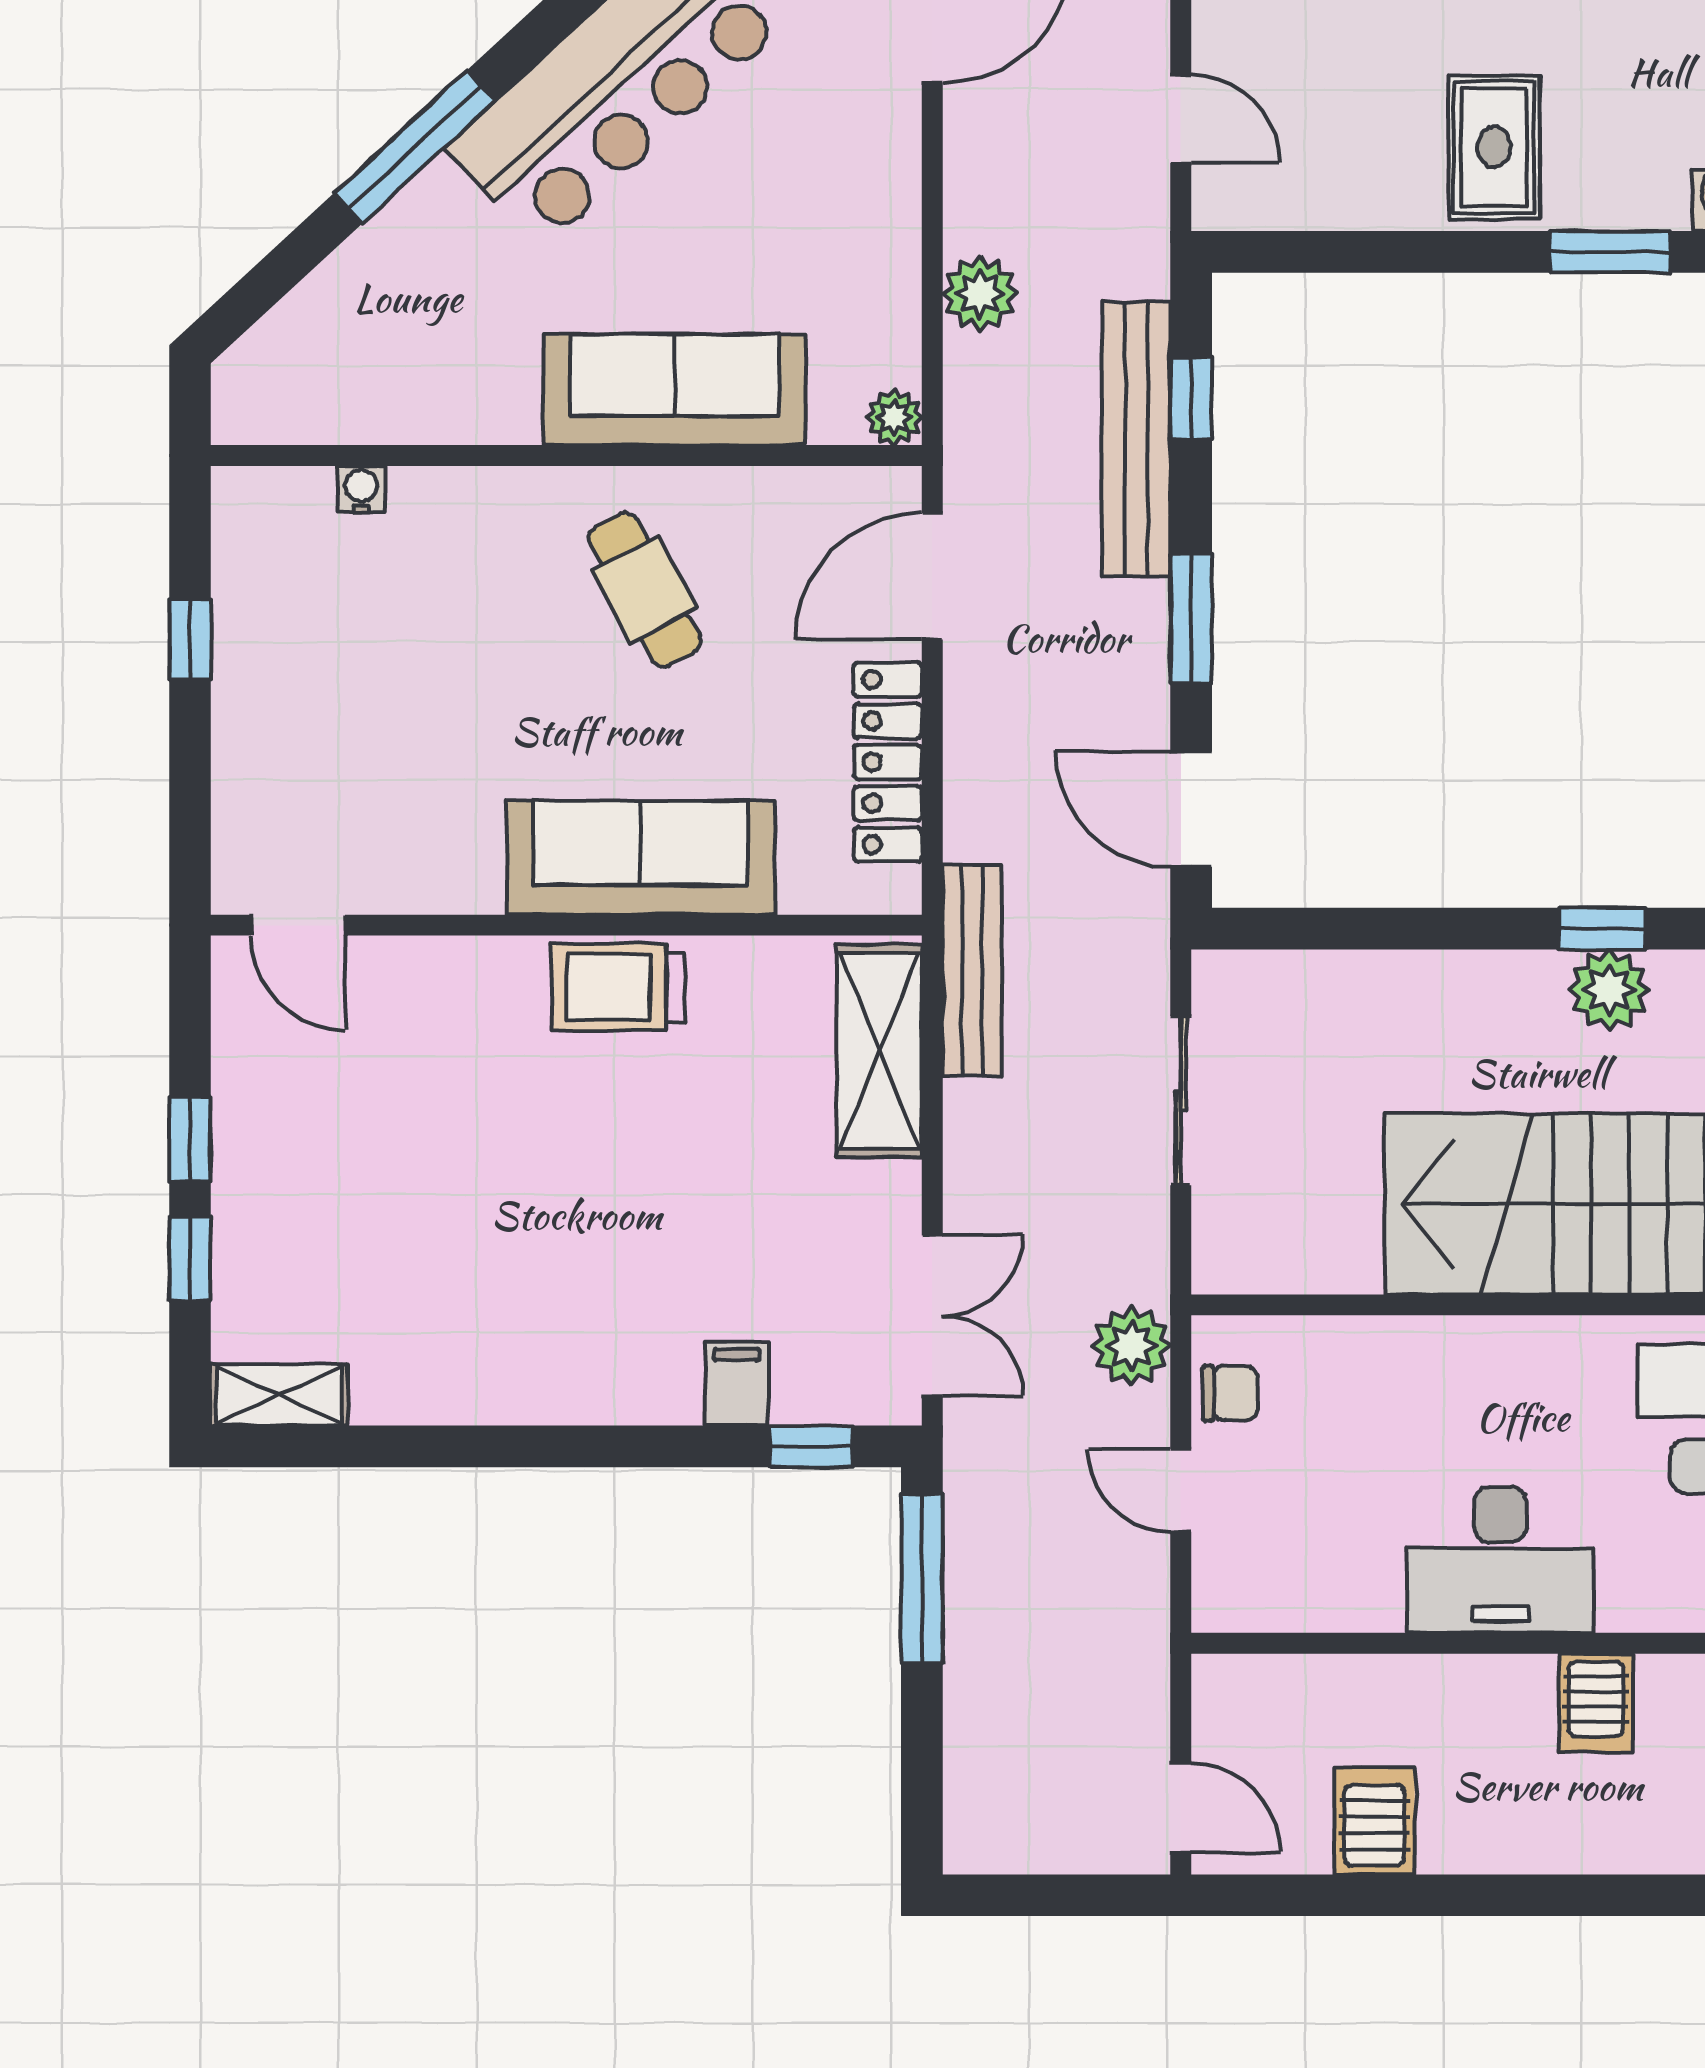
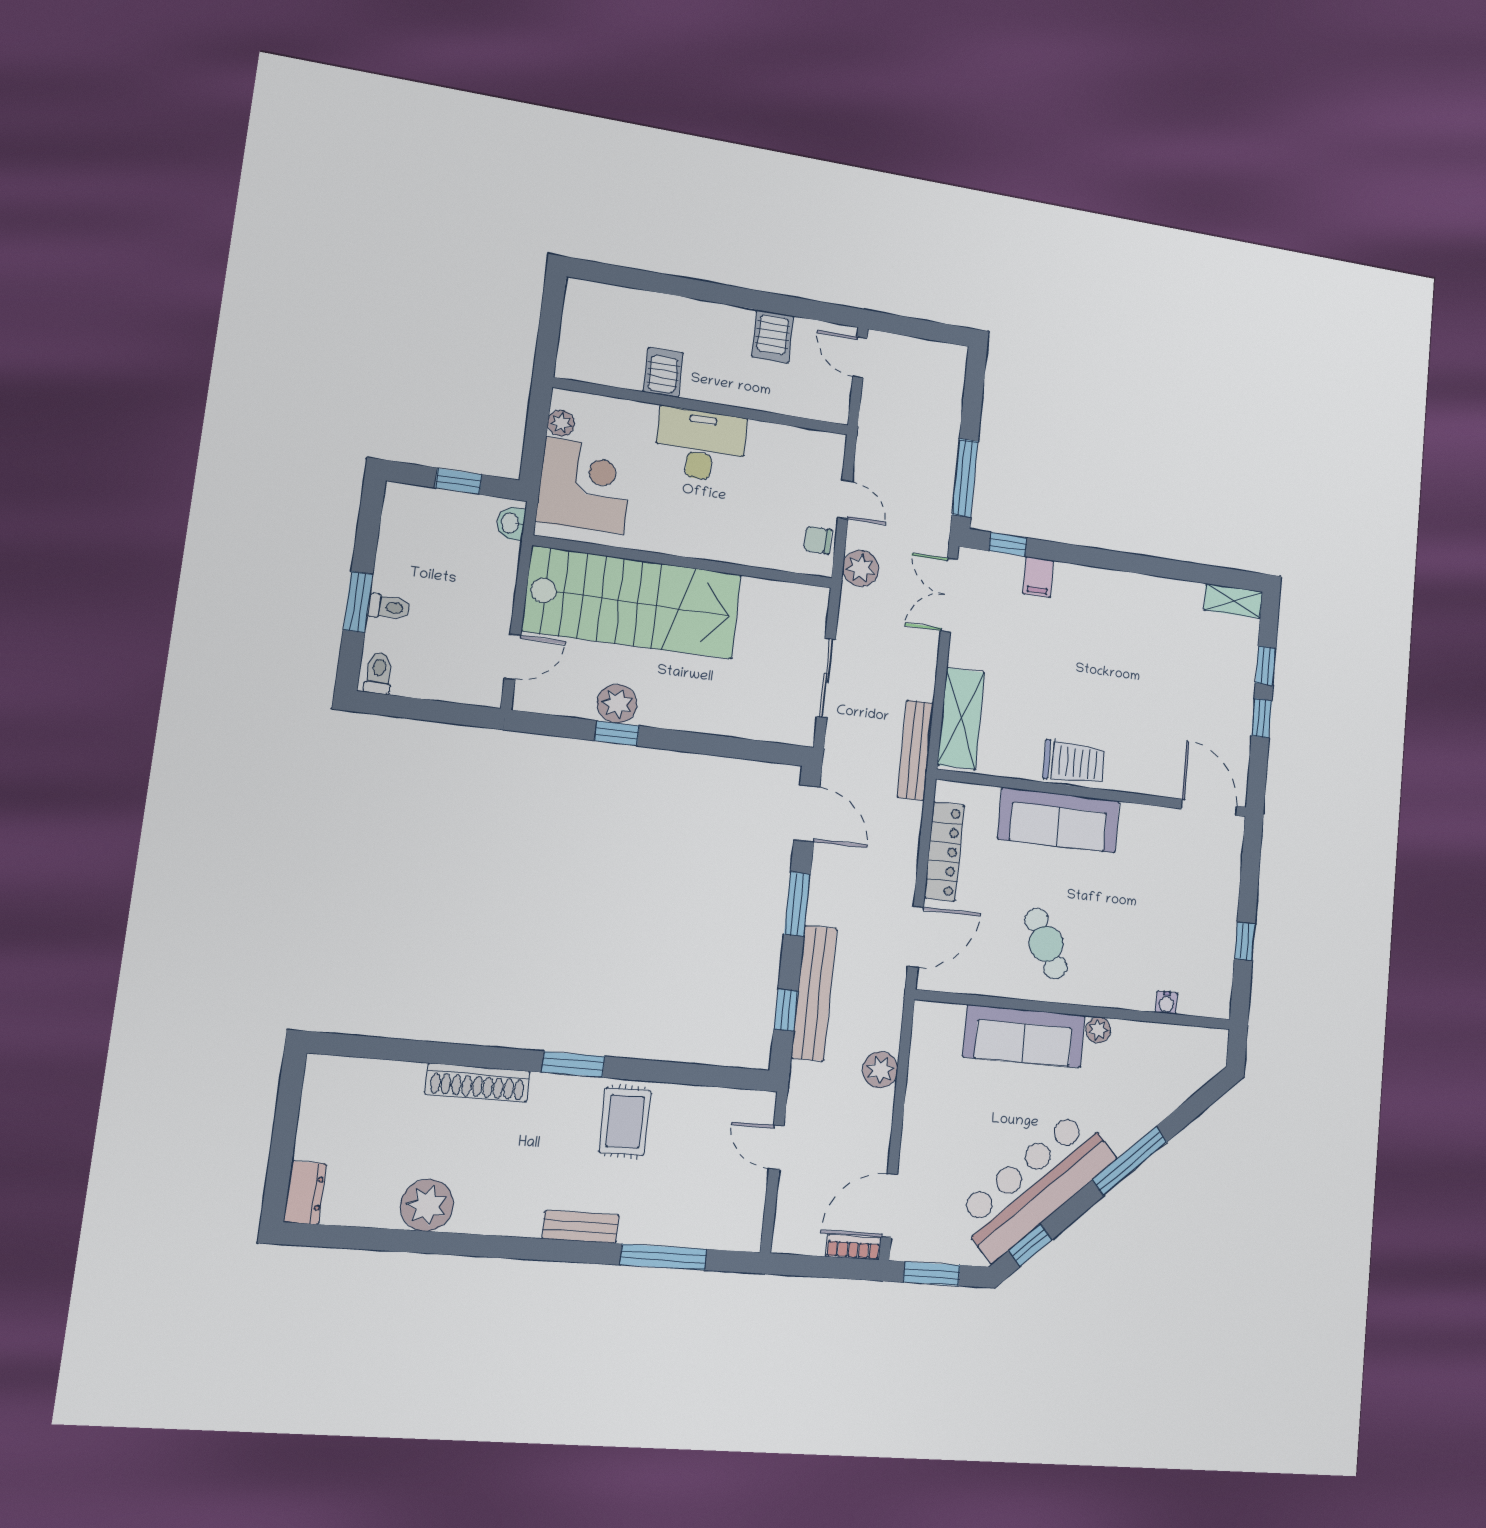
plant: (894, 418) -> (1098, 1030), moved
door: (298, 925) -> (1209, 807), width x1.38

